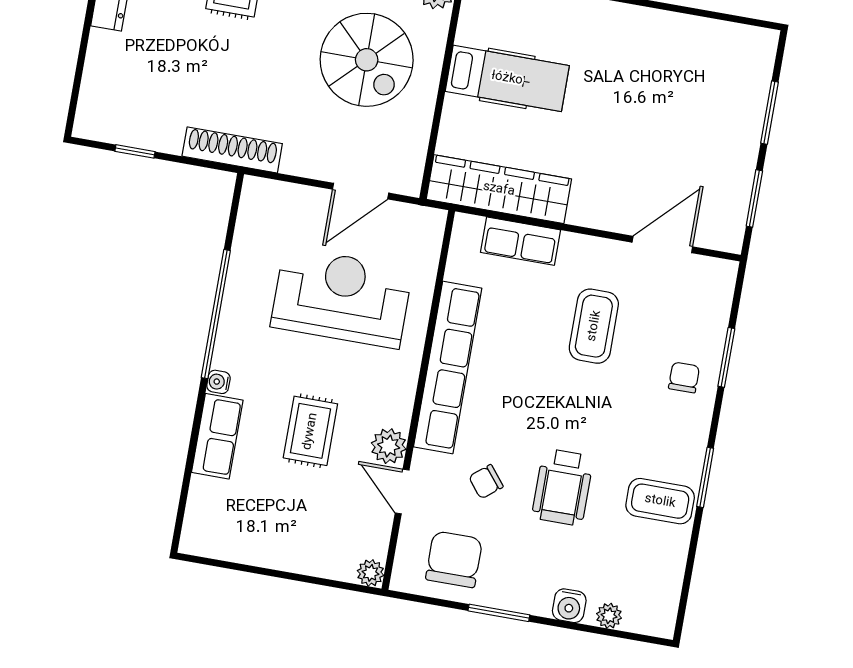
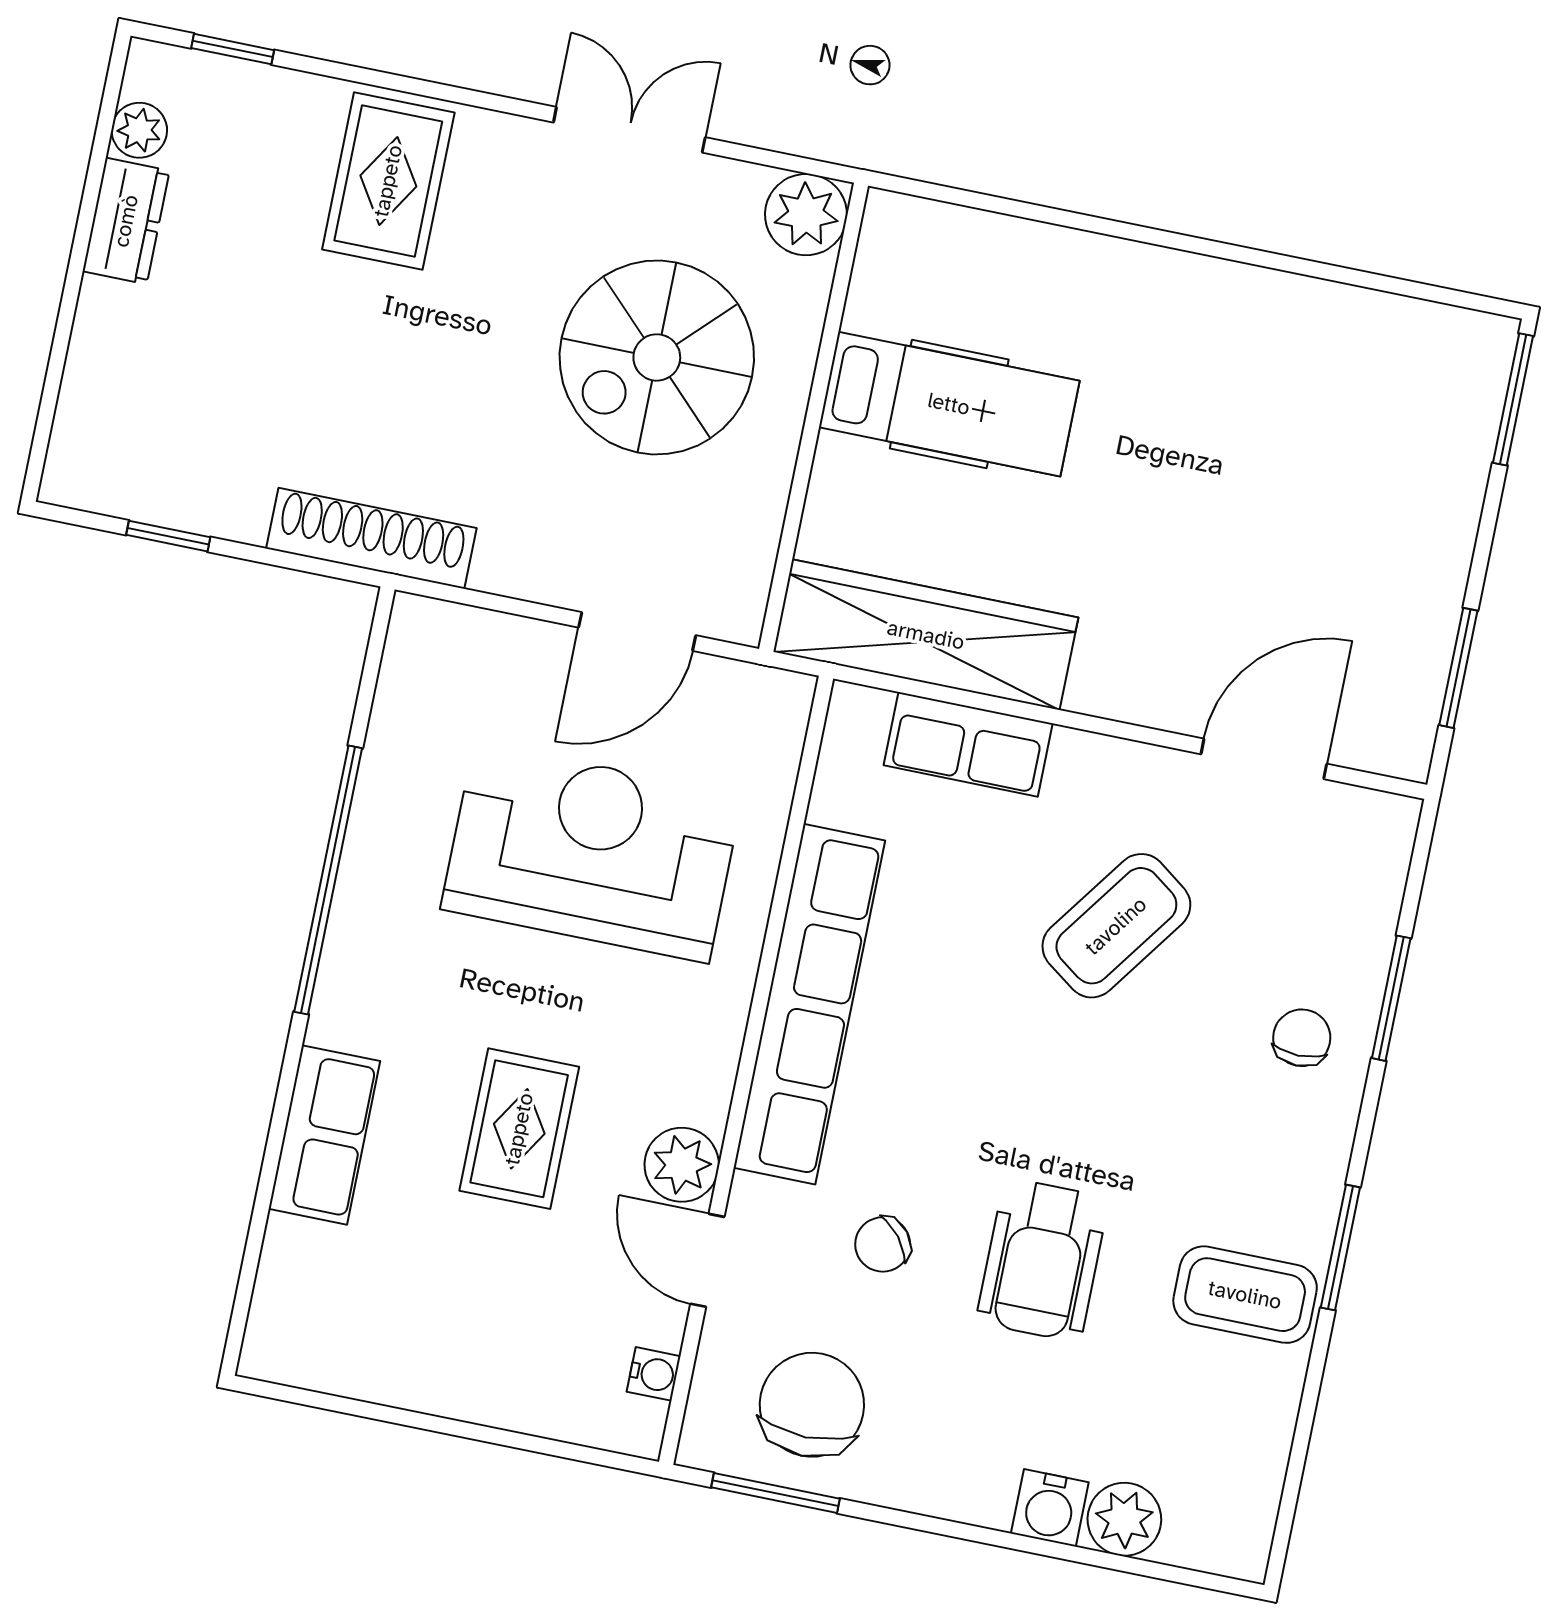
spiral stairs: (367, 60) -> (657, 357), turned 90
window: (769, 113) -> (1513, 399), moved
coffee table: (594, 326) -> (1116, 926), turned 36
water cooler: (218, 382) -> (654, 1374), moved, turned 180
plant: (371, 573) -> (637, 1429), removed
window: (499, 613) -> (775, 1493), moved
plant: (609, 616) -> (1124, 1519), width x1.38, depth x1.38

